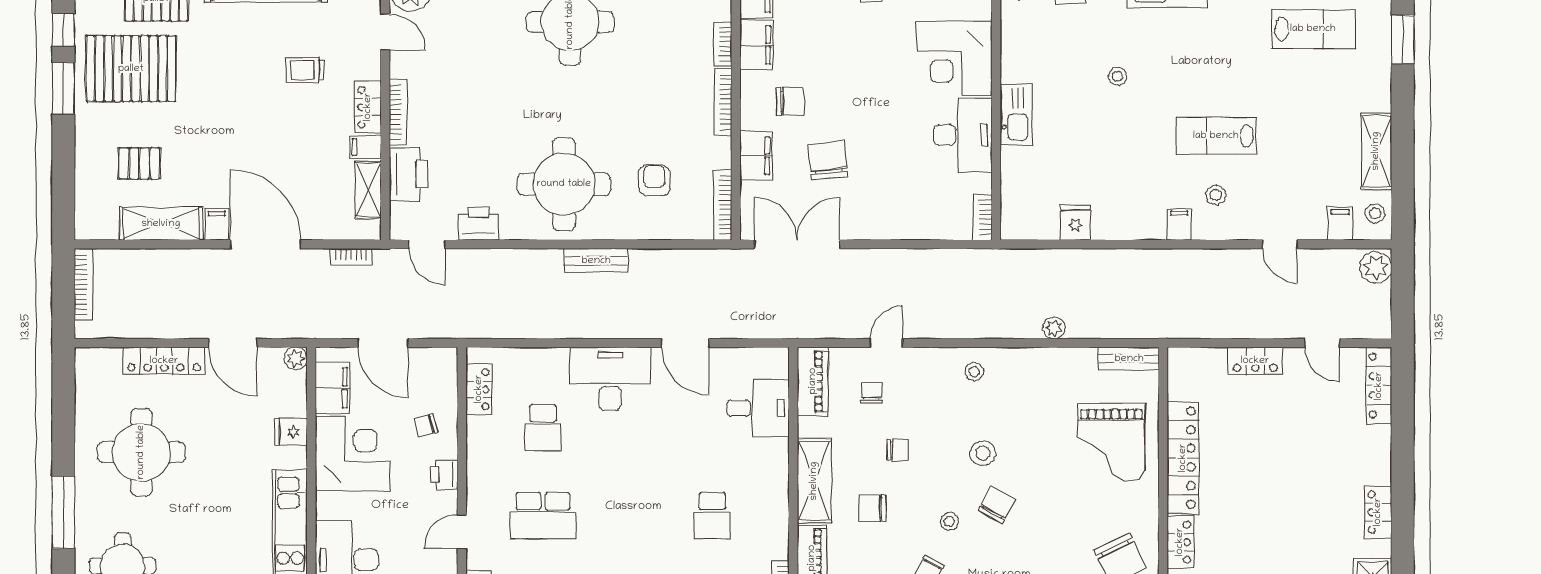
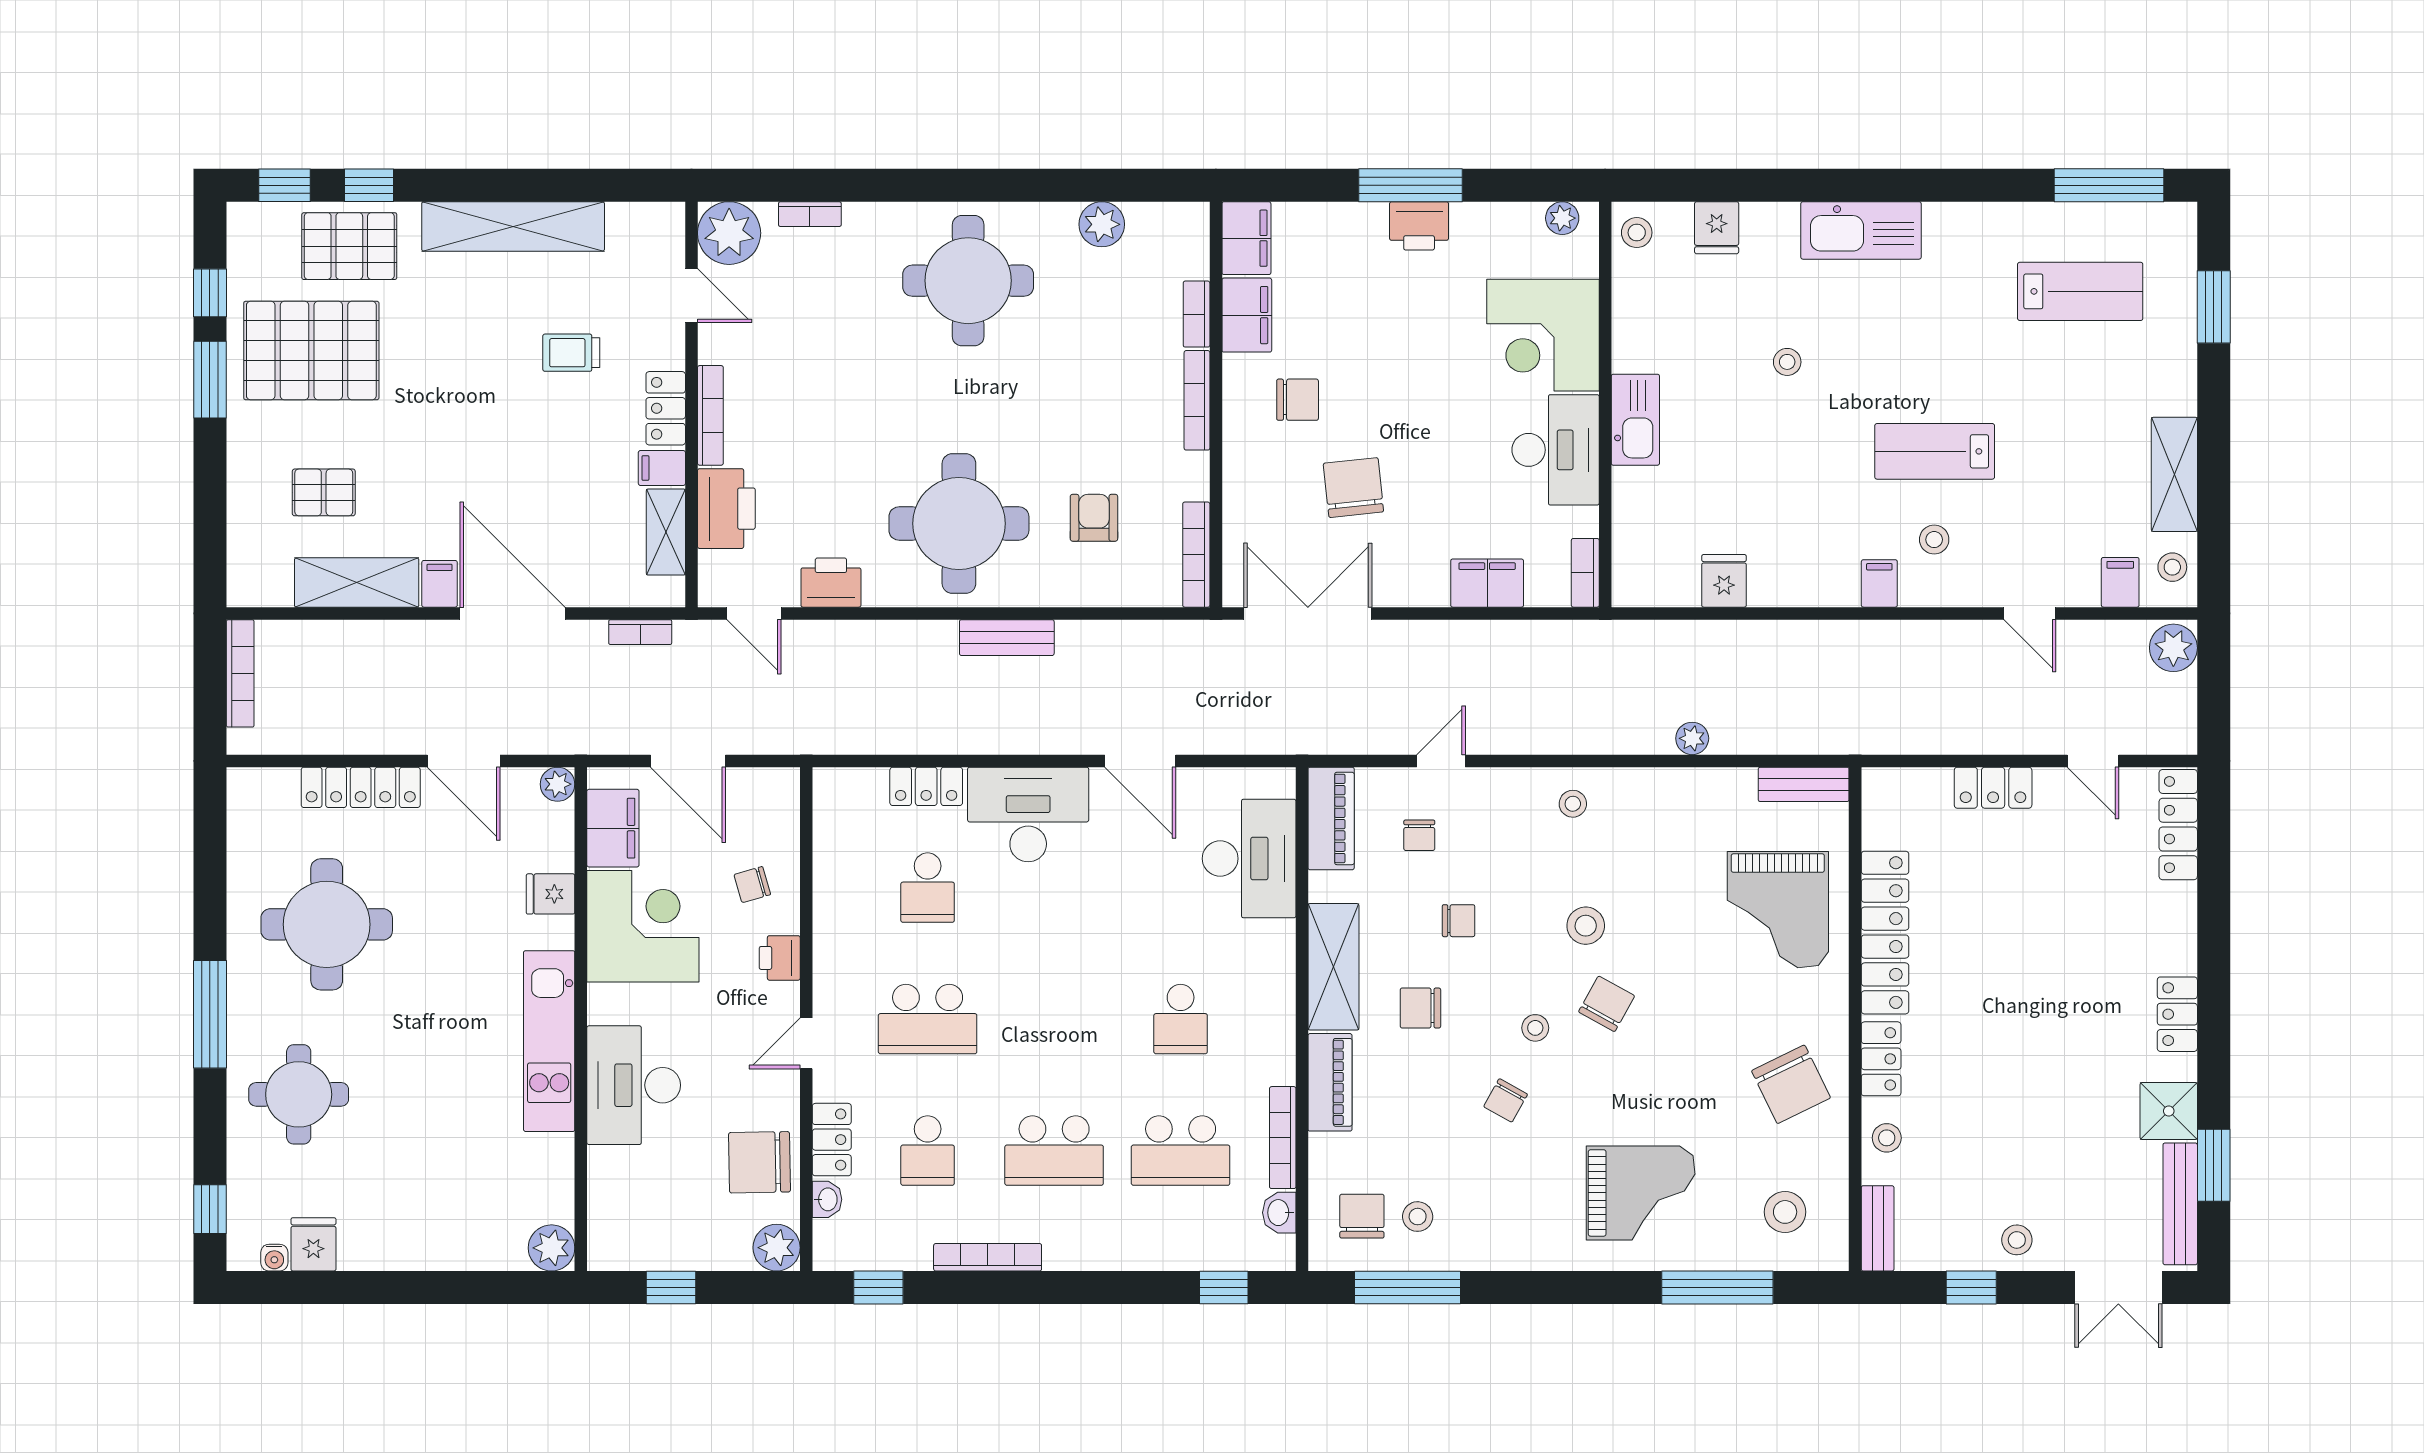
filing cabinet: (756, 156) -> (1487, 583), moved, turned -90
locker: (479, 389) -> (926, 786), moved, turned 90
chair: (872, 393) -> (1419, 835), turned 180
desk: (758, 408) -> (1249, 859), width x1.37

